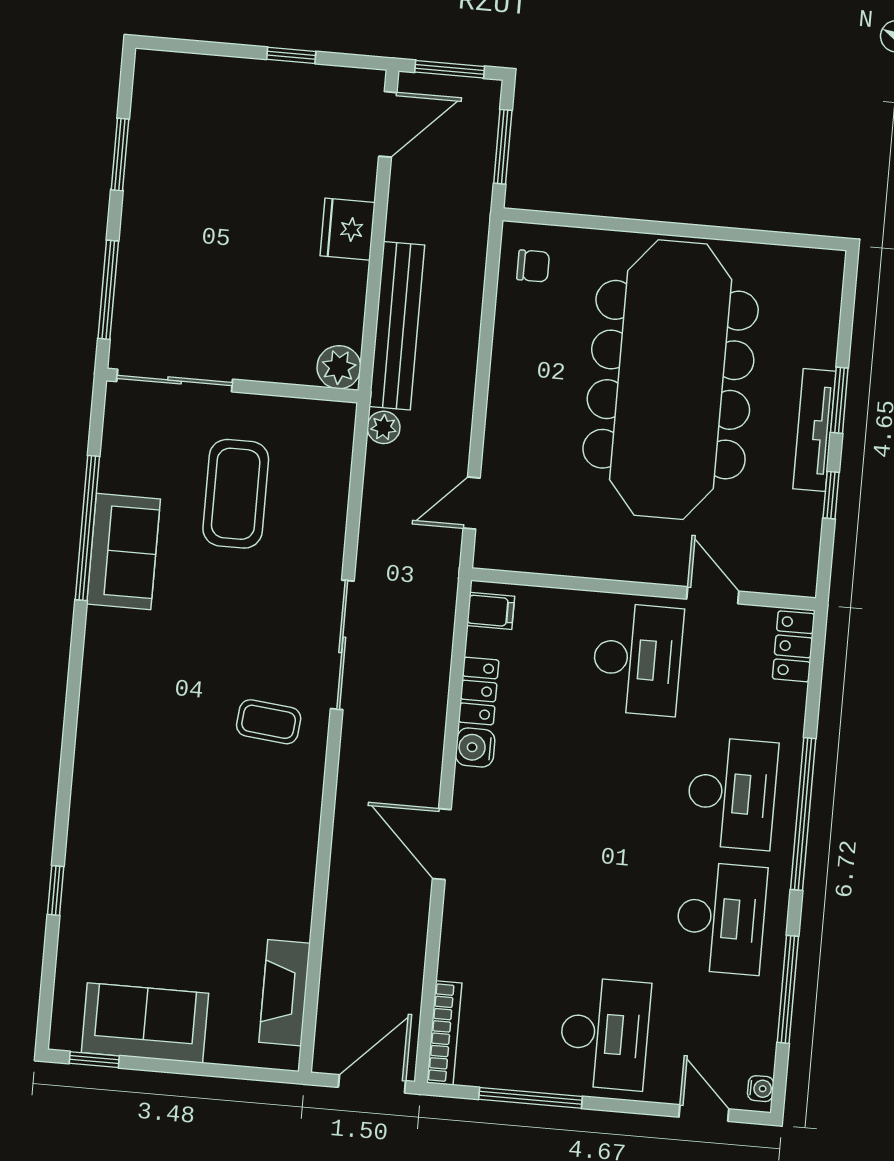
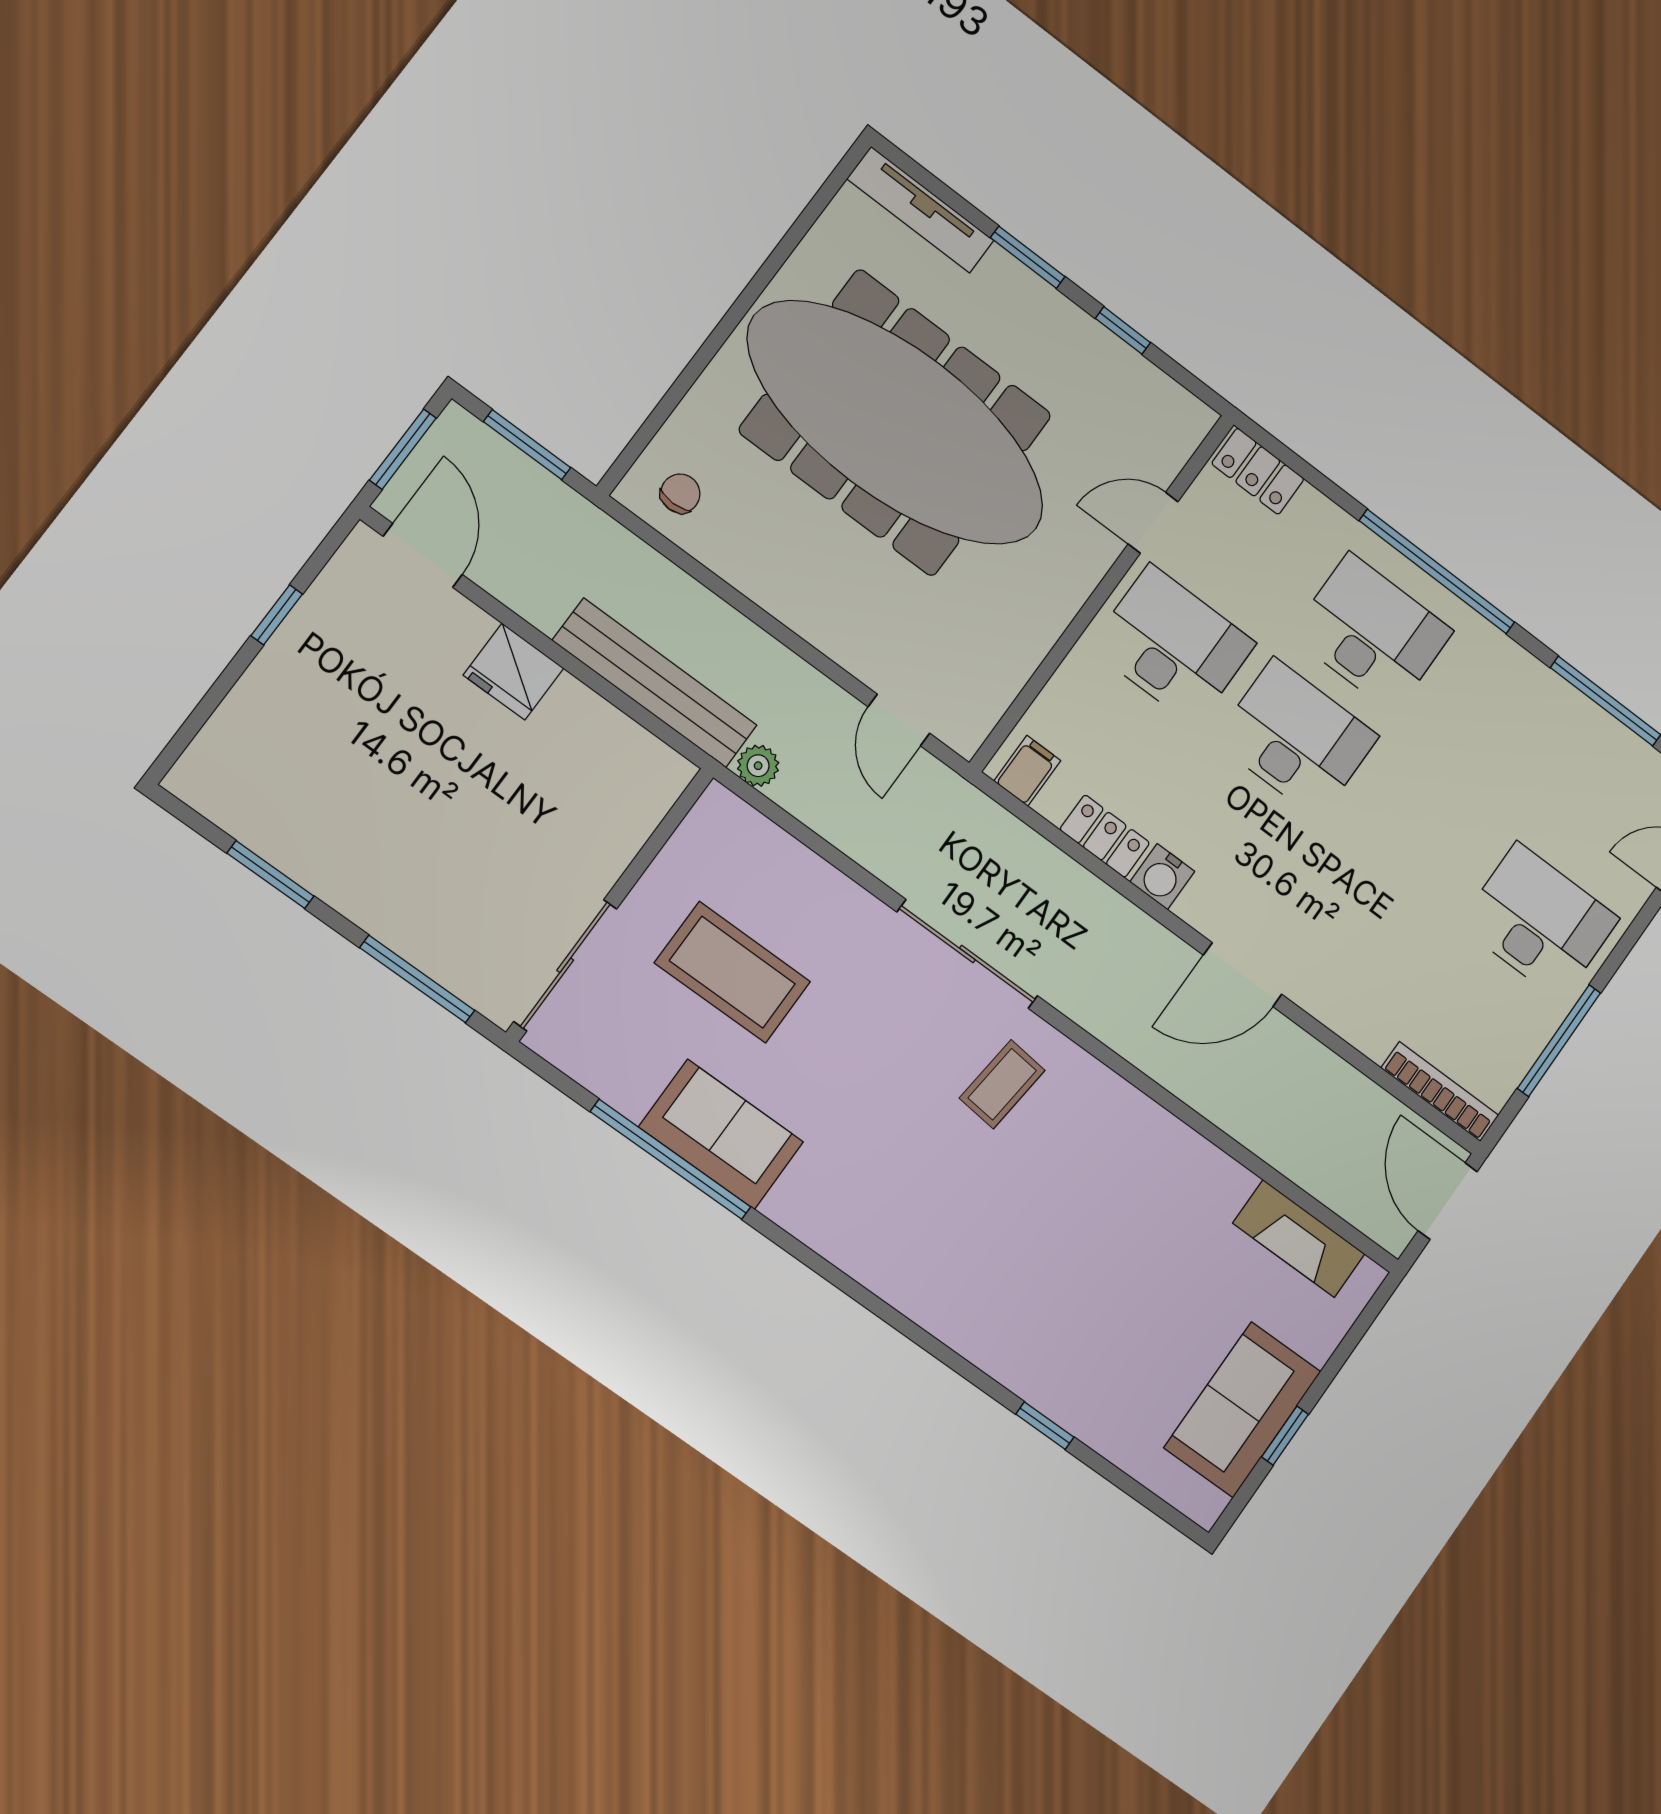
plant: (339, 367) -> (662, 774), removed
tv unit: (814, 430) -> (920, 210), moved
desk: (721, 918) -> (1296, 739), moved
window: (94, 1060) -> (1285, 1436), moved

